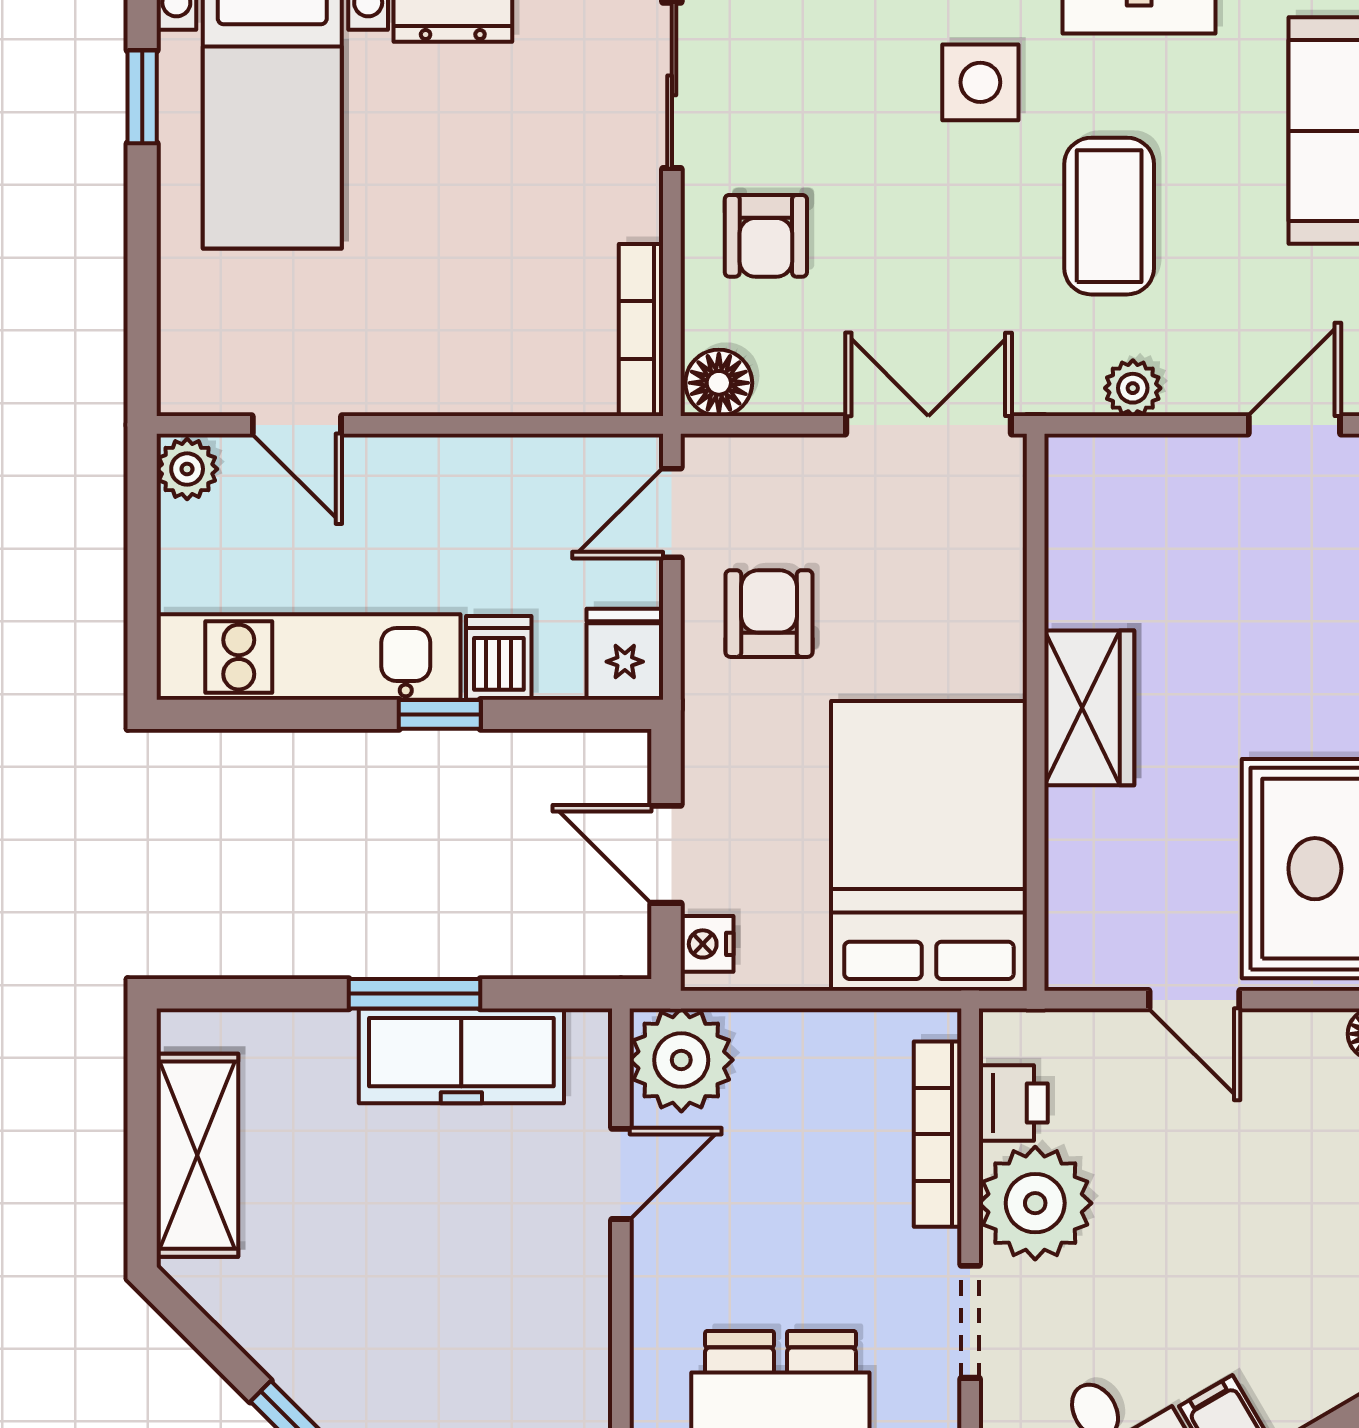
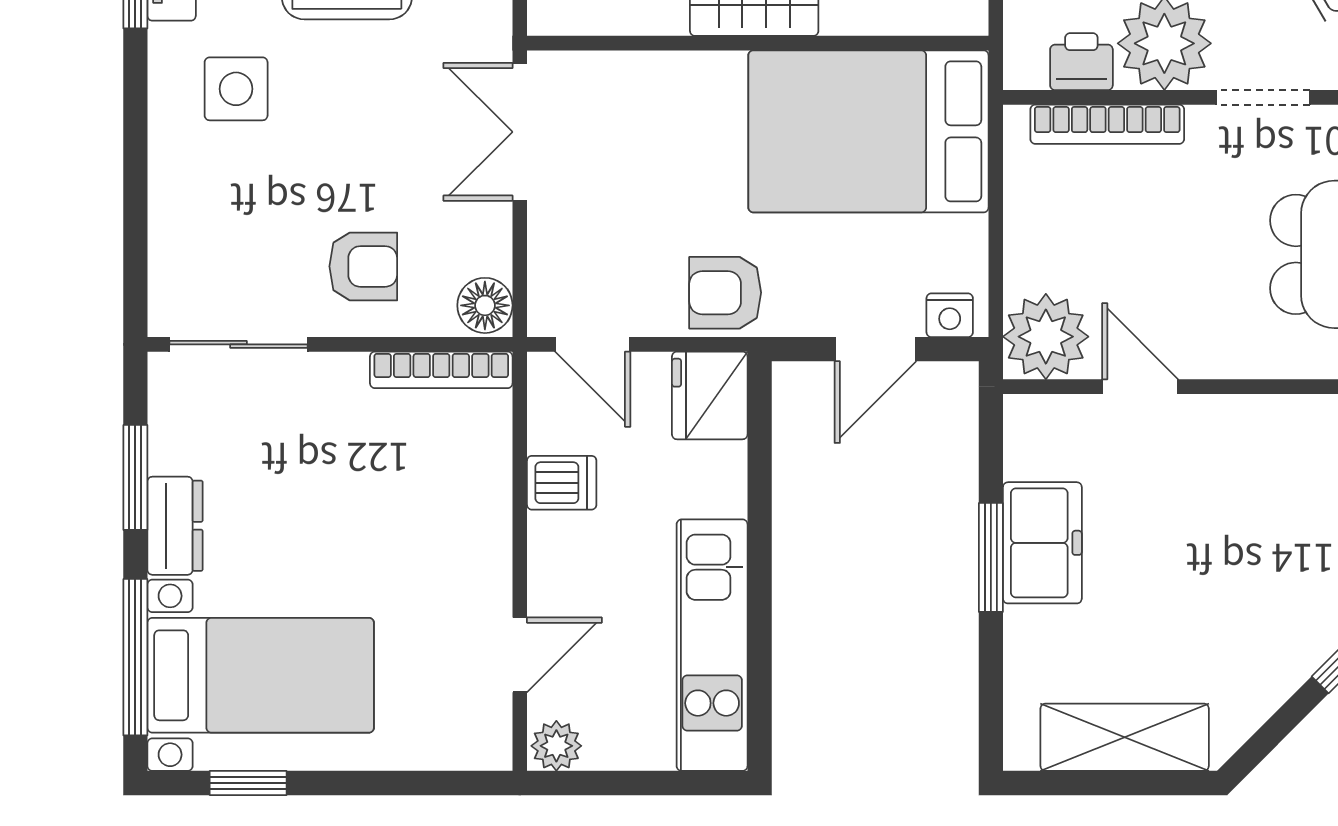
armchair: (769, 614) -> (725, 293), moved
fridge: (625, 654) -> (710, 395), width x1.38
dishwasher: (499, 658) -> (562, 483), moved, turned 180
window: (440, 714) -> (760, 536), removed
freezer: (461, 1056) -> (1042, 543), width x0.71

